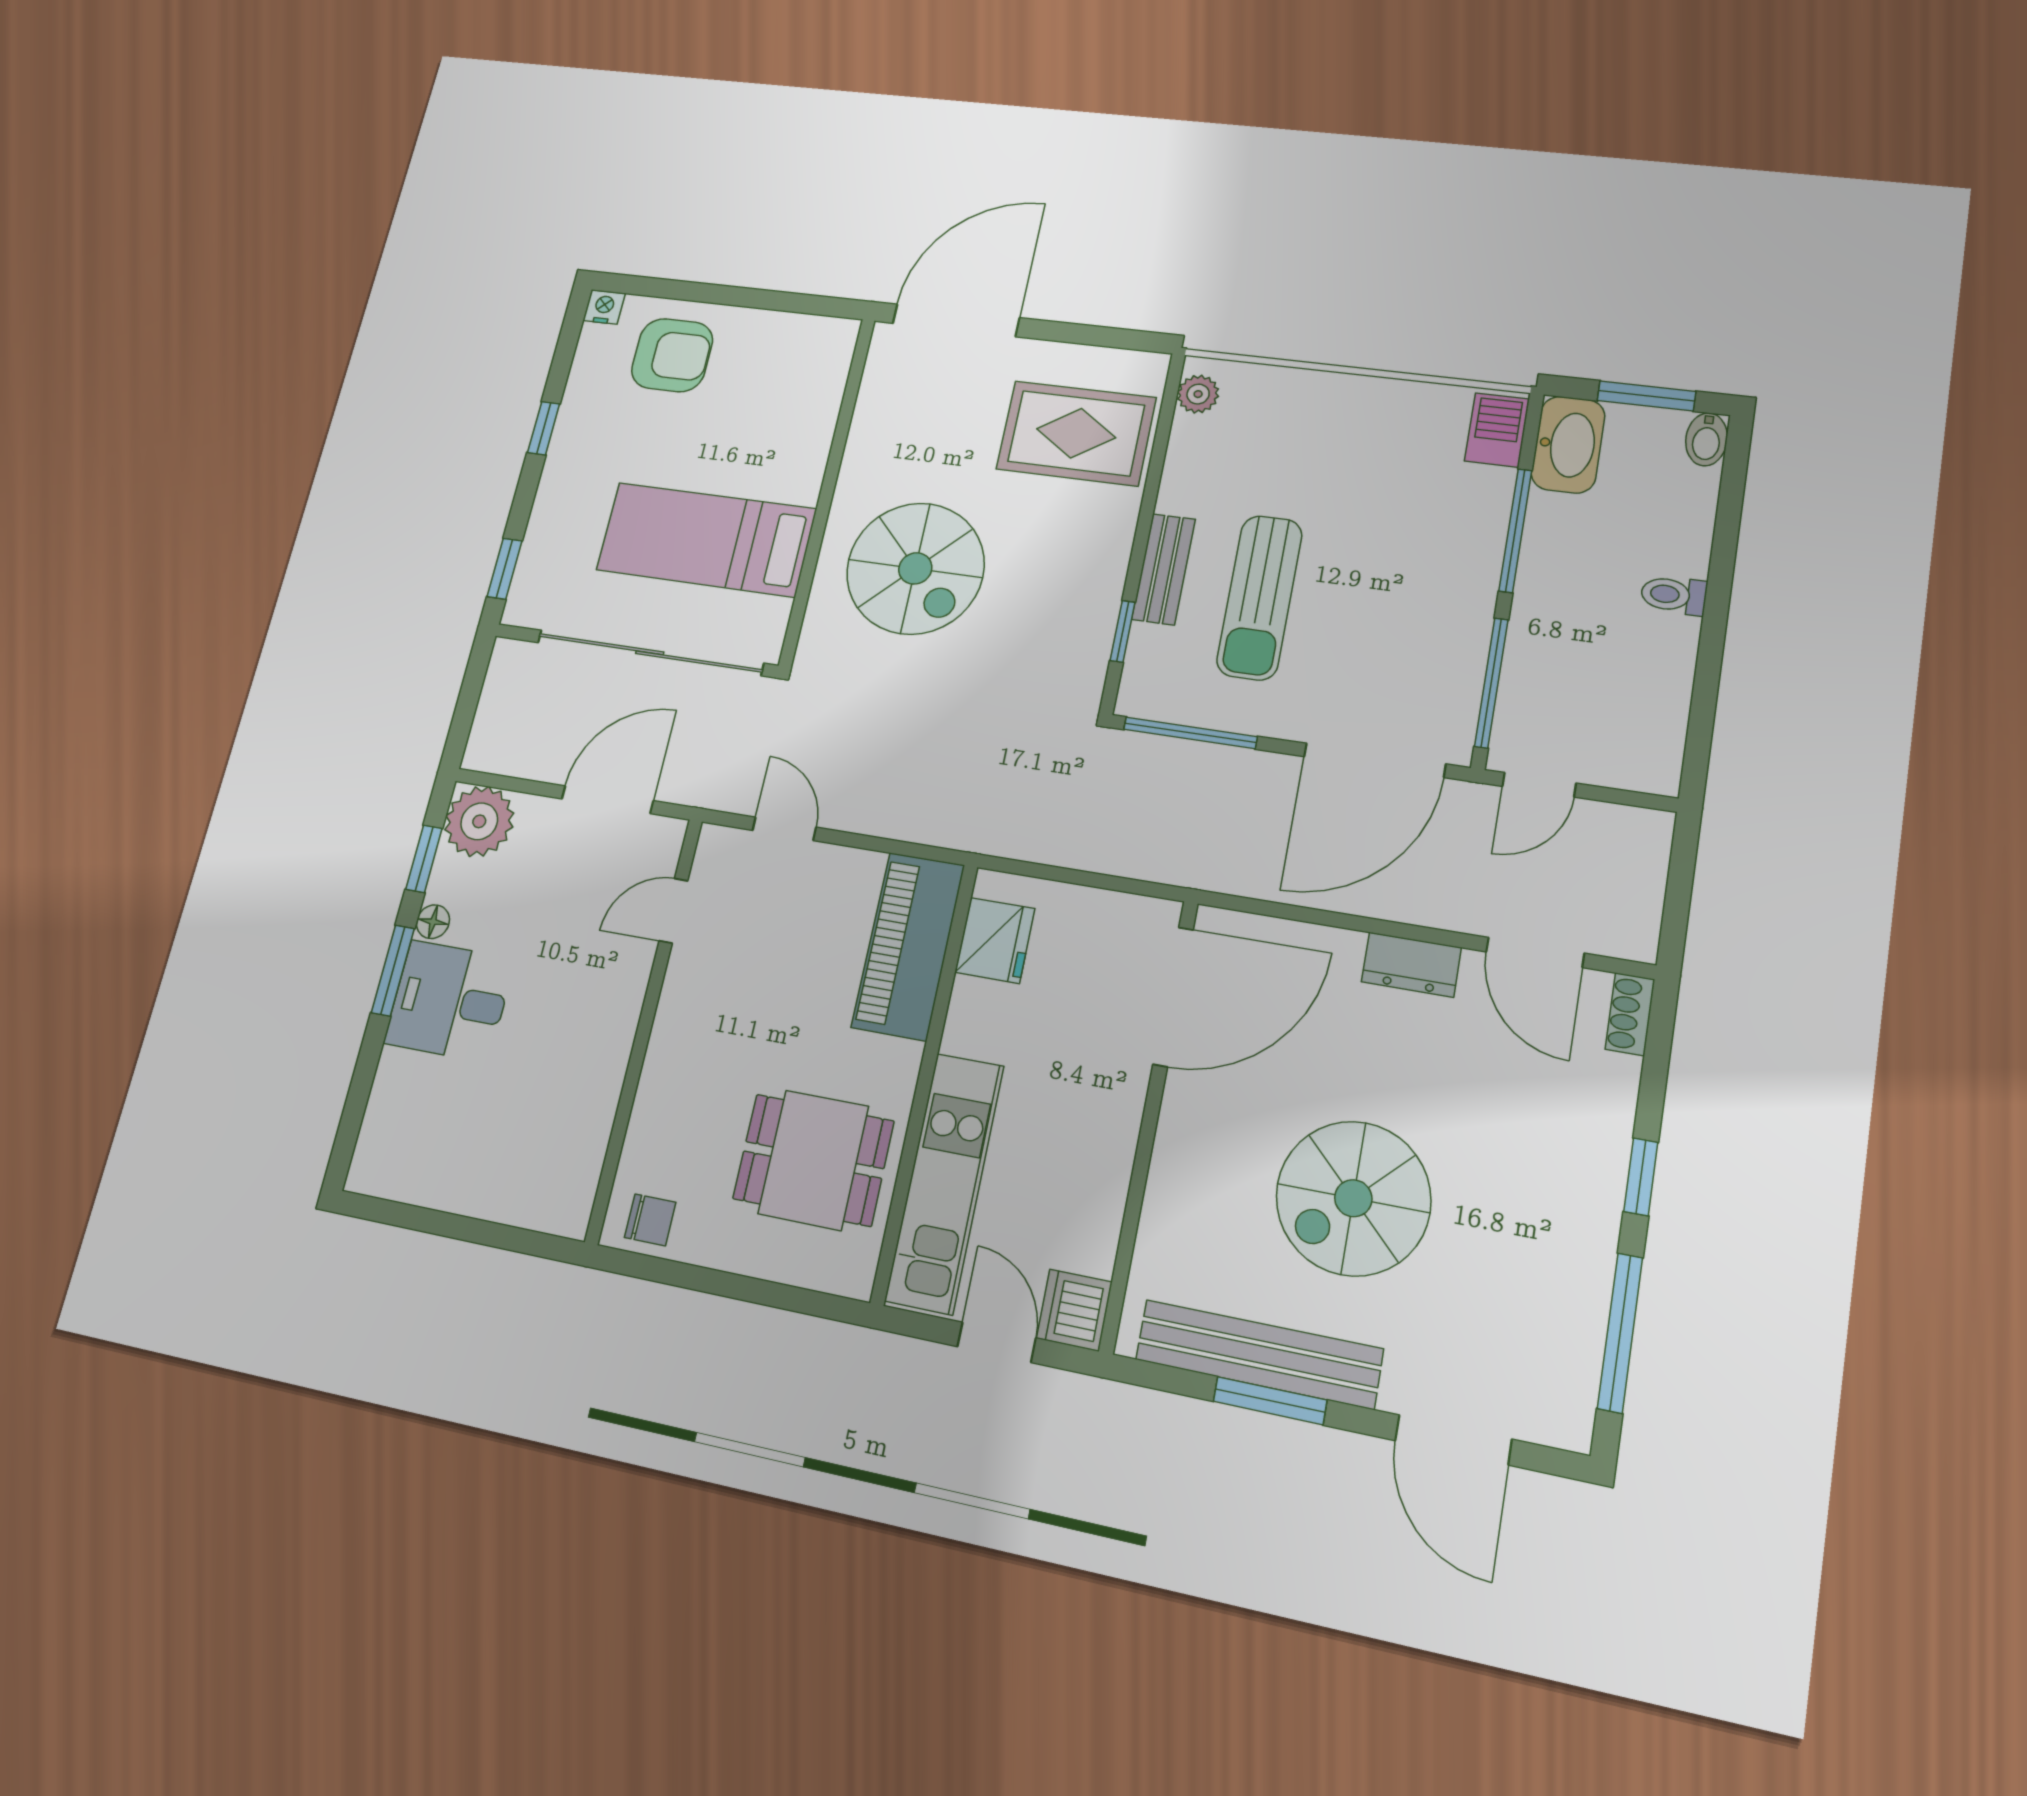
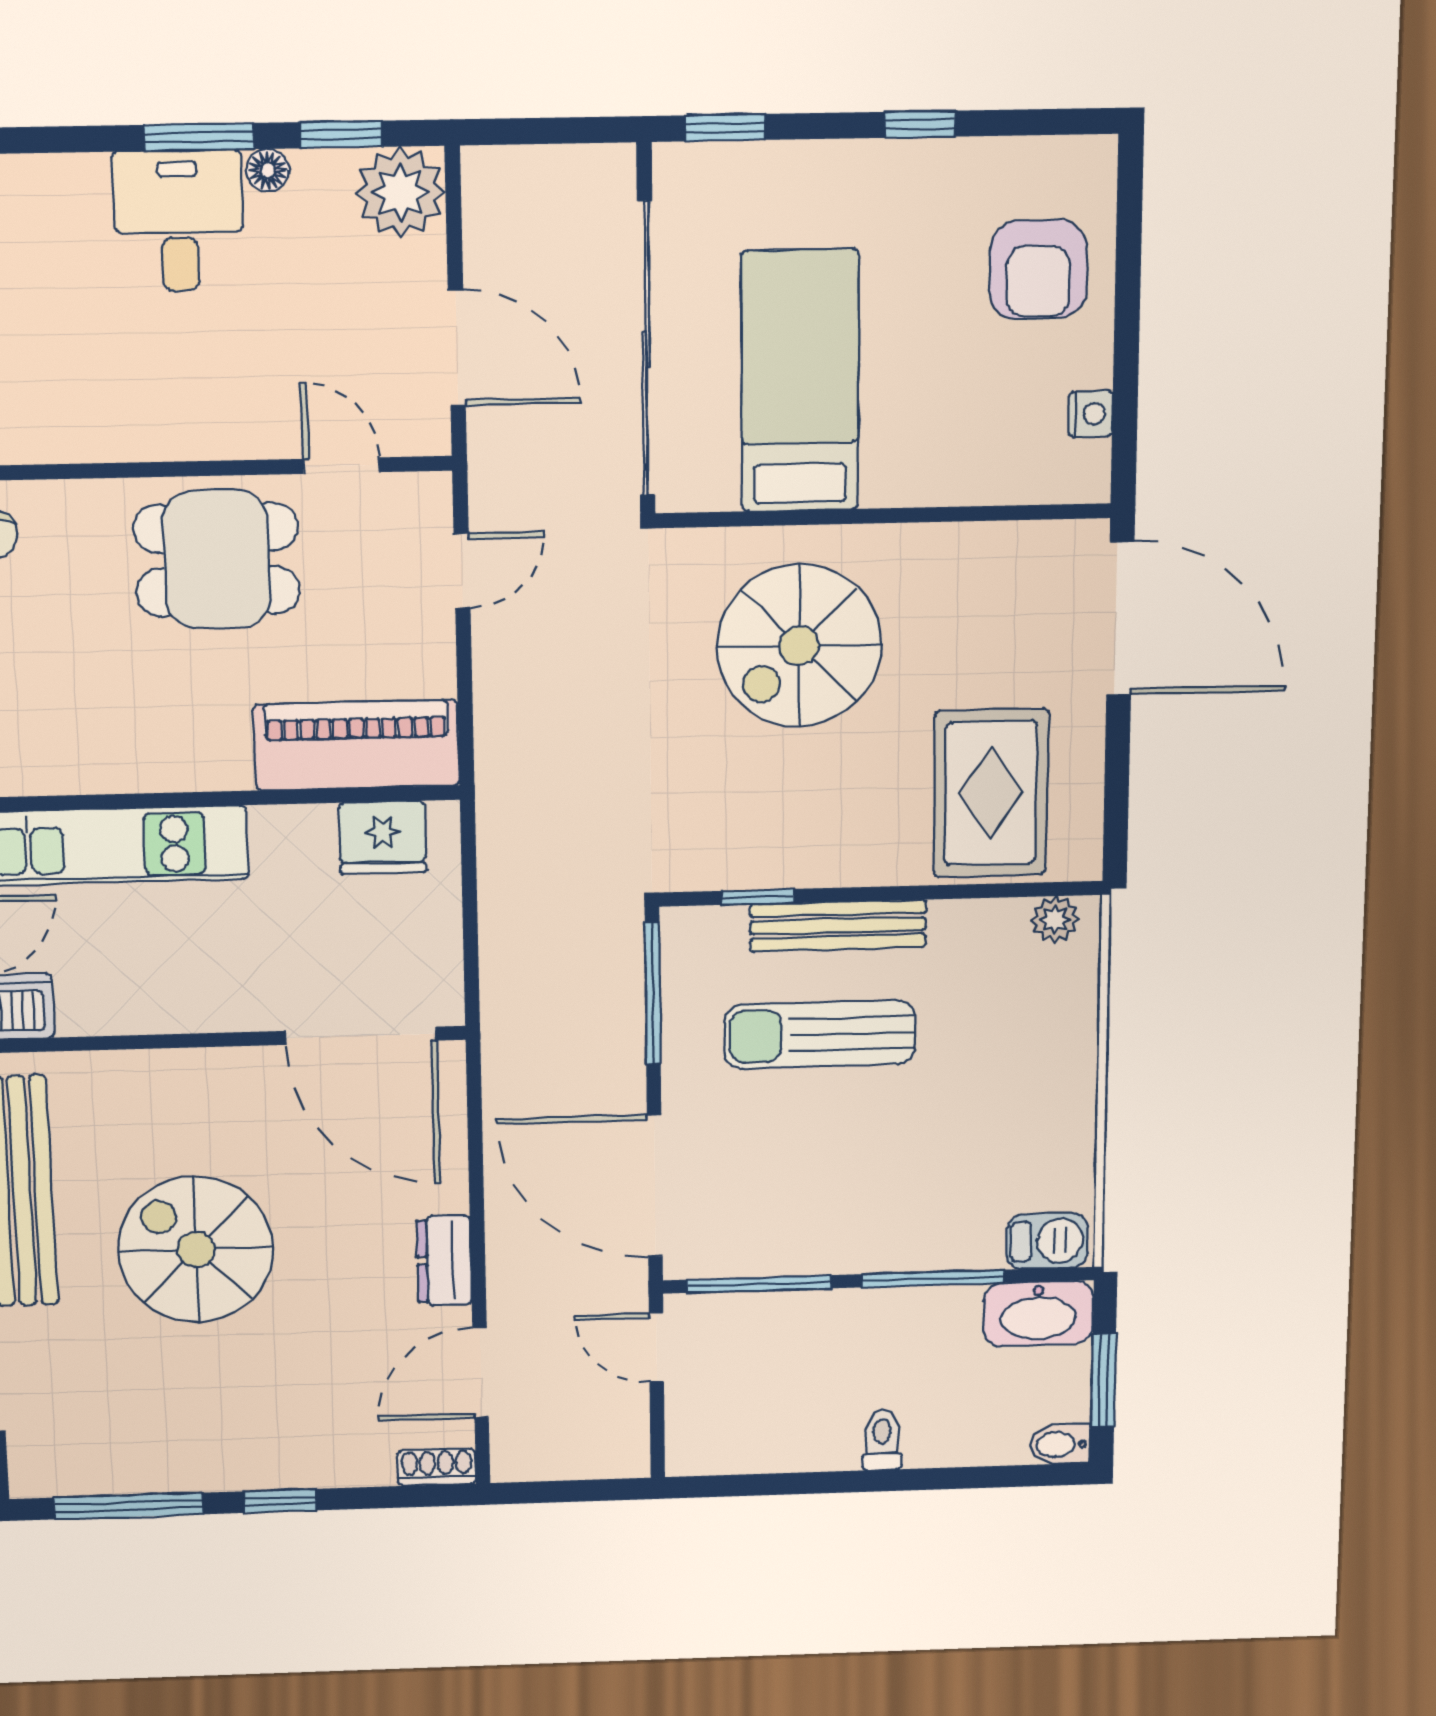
nightstand: (604, 307) -> (1091, 414), moved
bench: (1164, 569) -> (838, 926), width x1.36
dining table: (813, 1160) -> (217, 560), moved, turned 90

